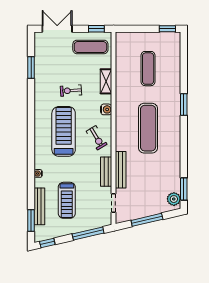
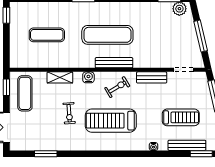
bench: (121, 170) -> (114, 63), moved

